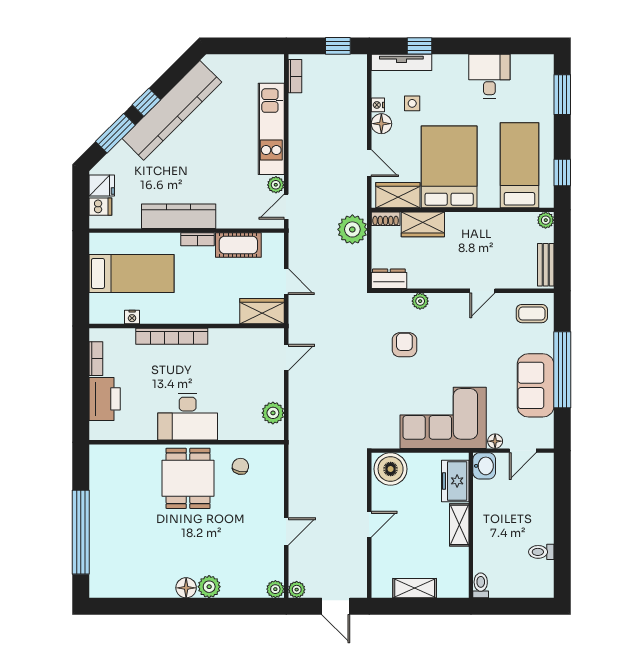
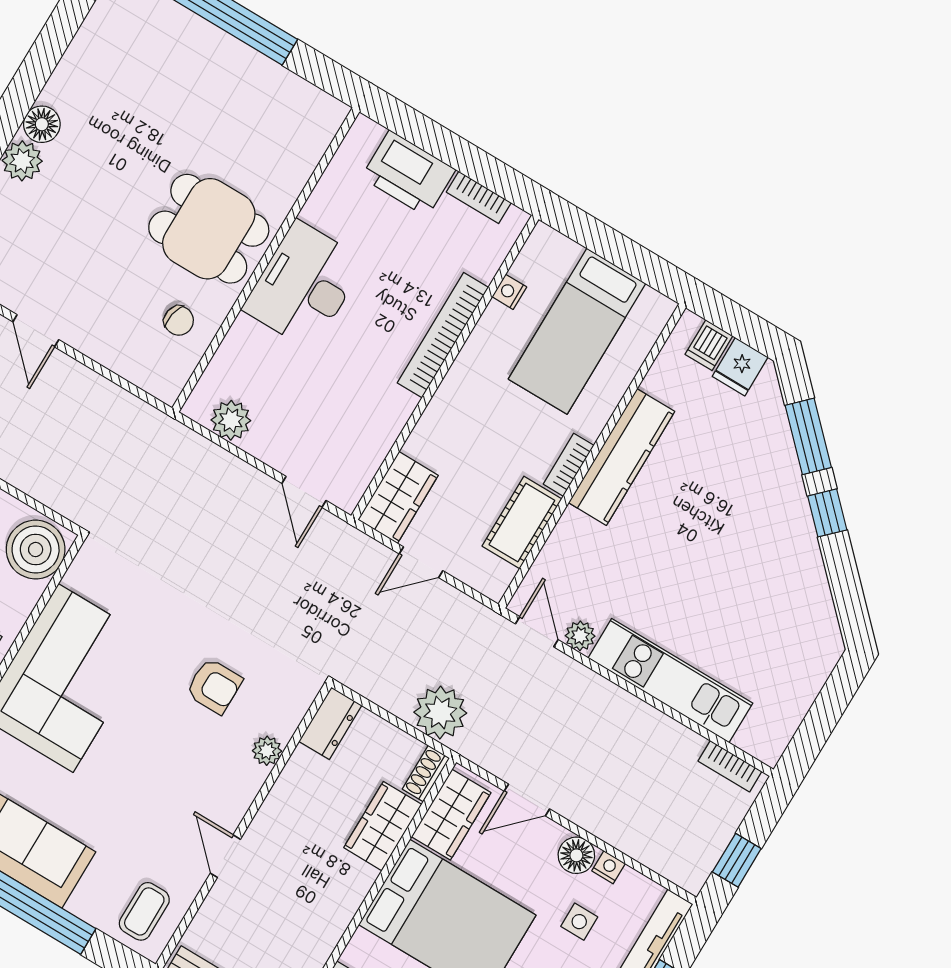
kitchen counter: (172, 110) -> (791, 545), removed

